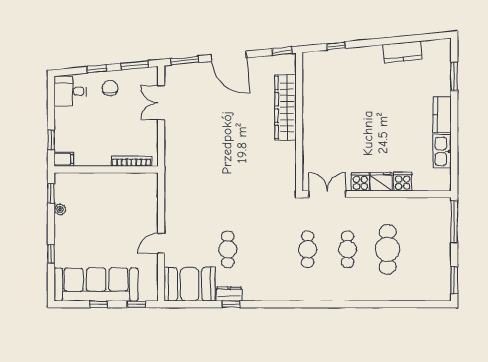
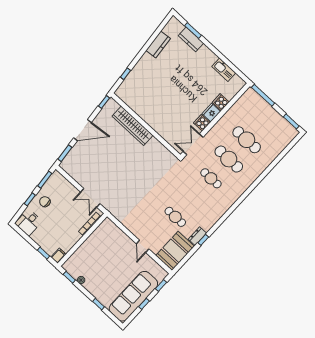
double door: (161, 103) -> (90, 198), moved
kitchen counter: (442, 115) -> (191, 39), moved
cafe table: (348, 249) -> (229, 159), width x1.37, depth x1.35

